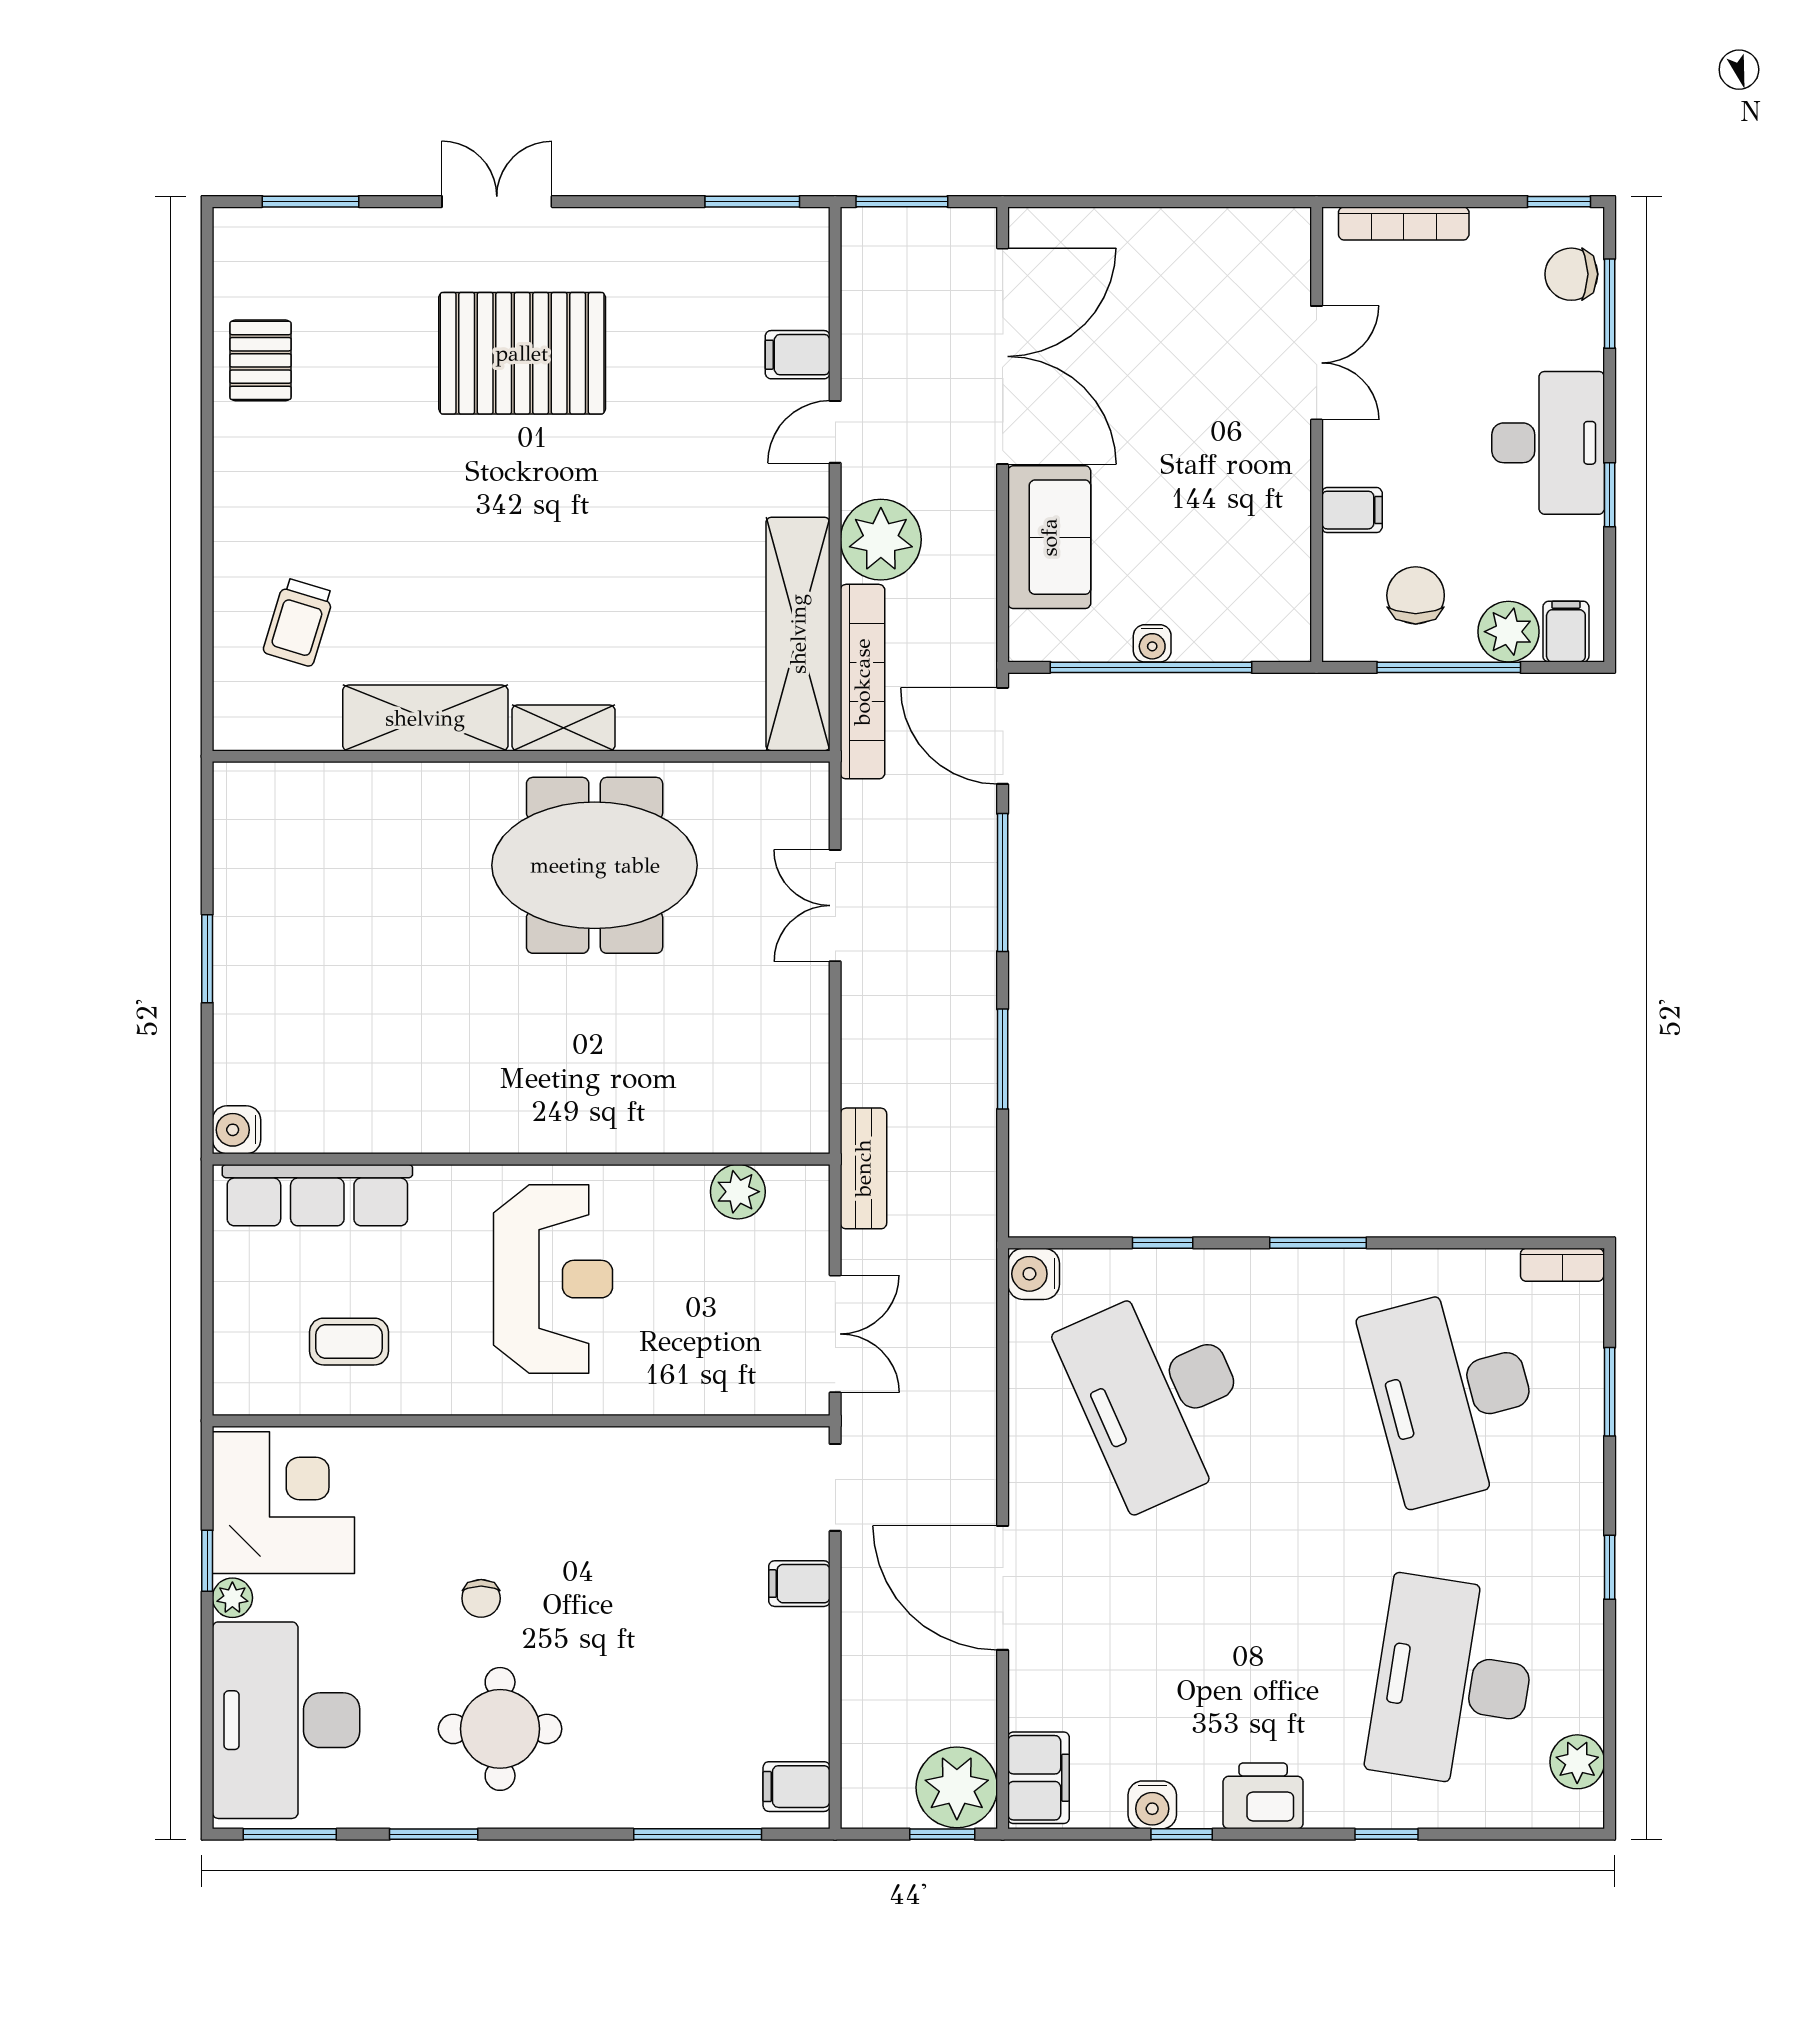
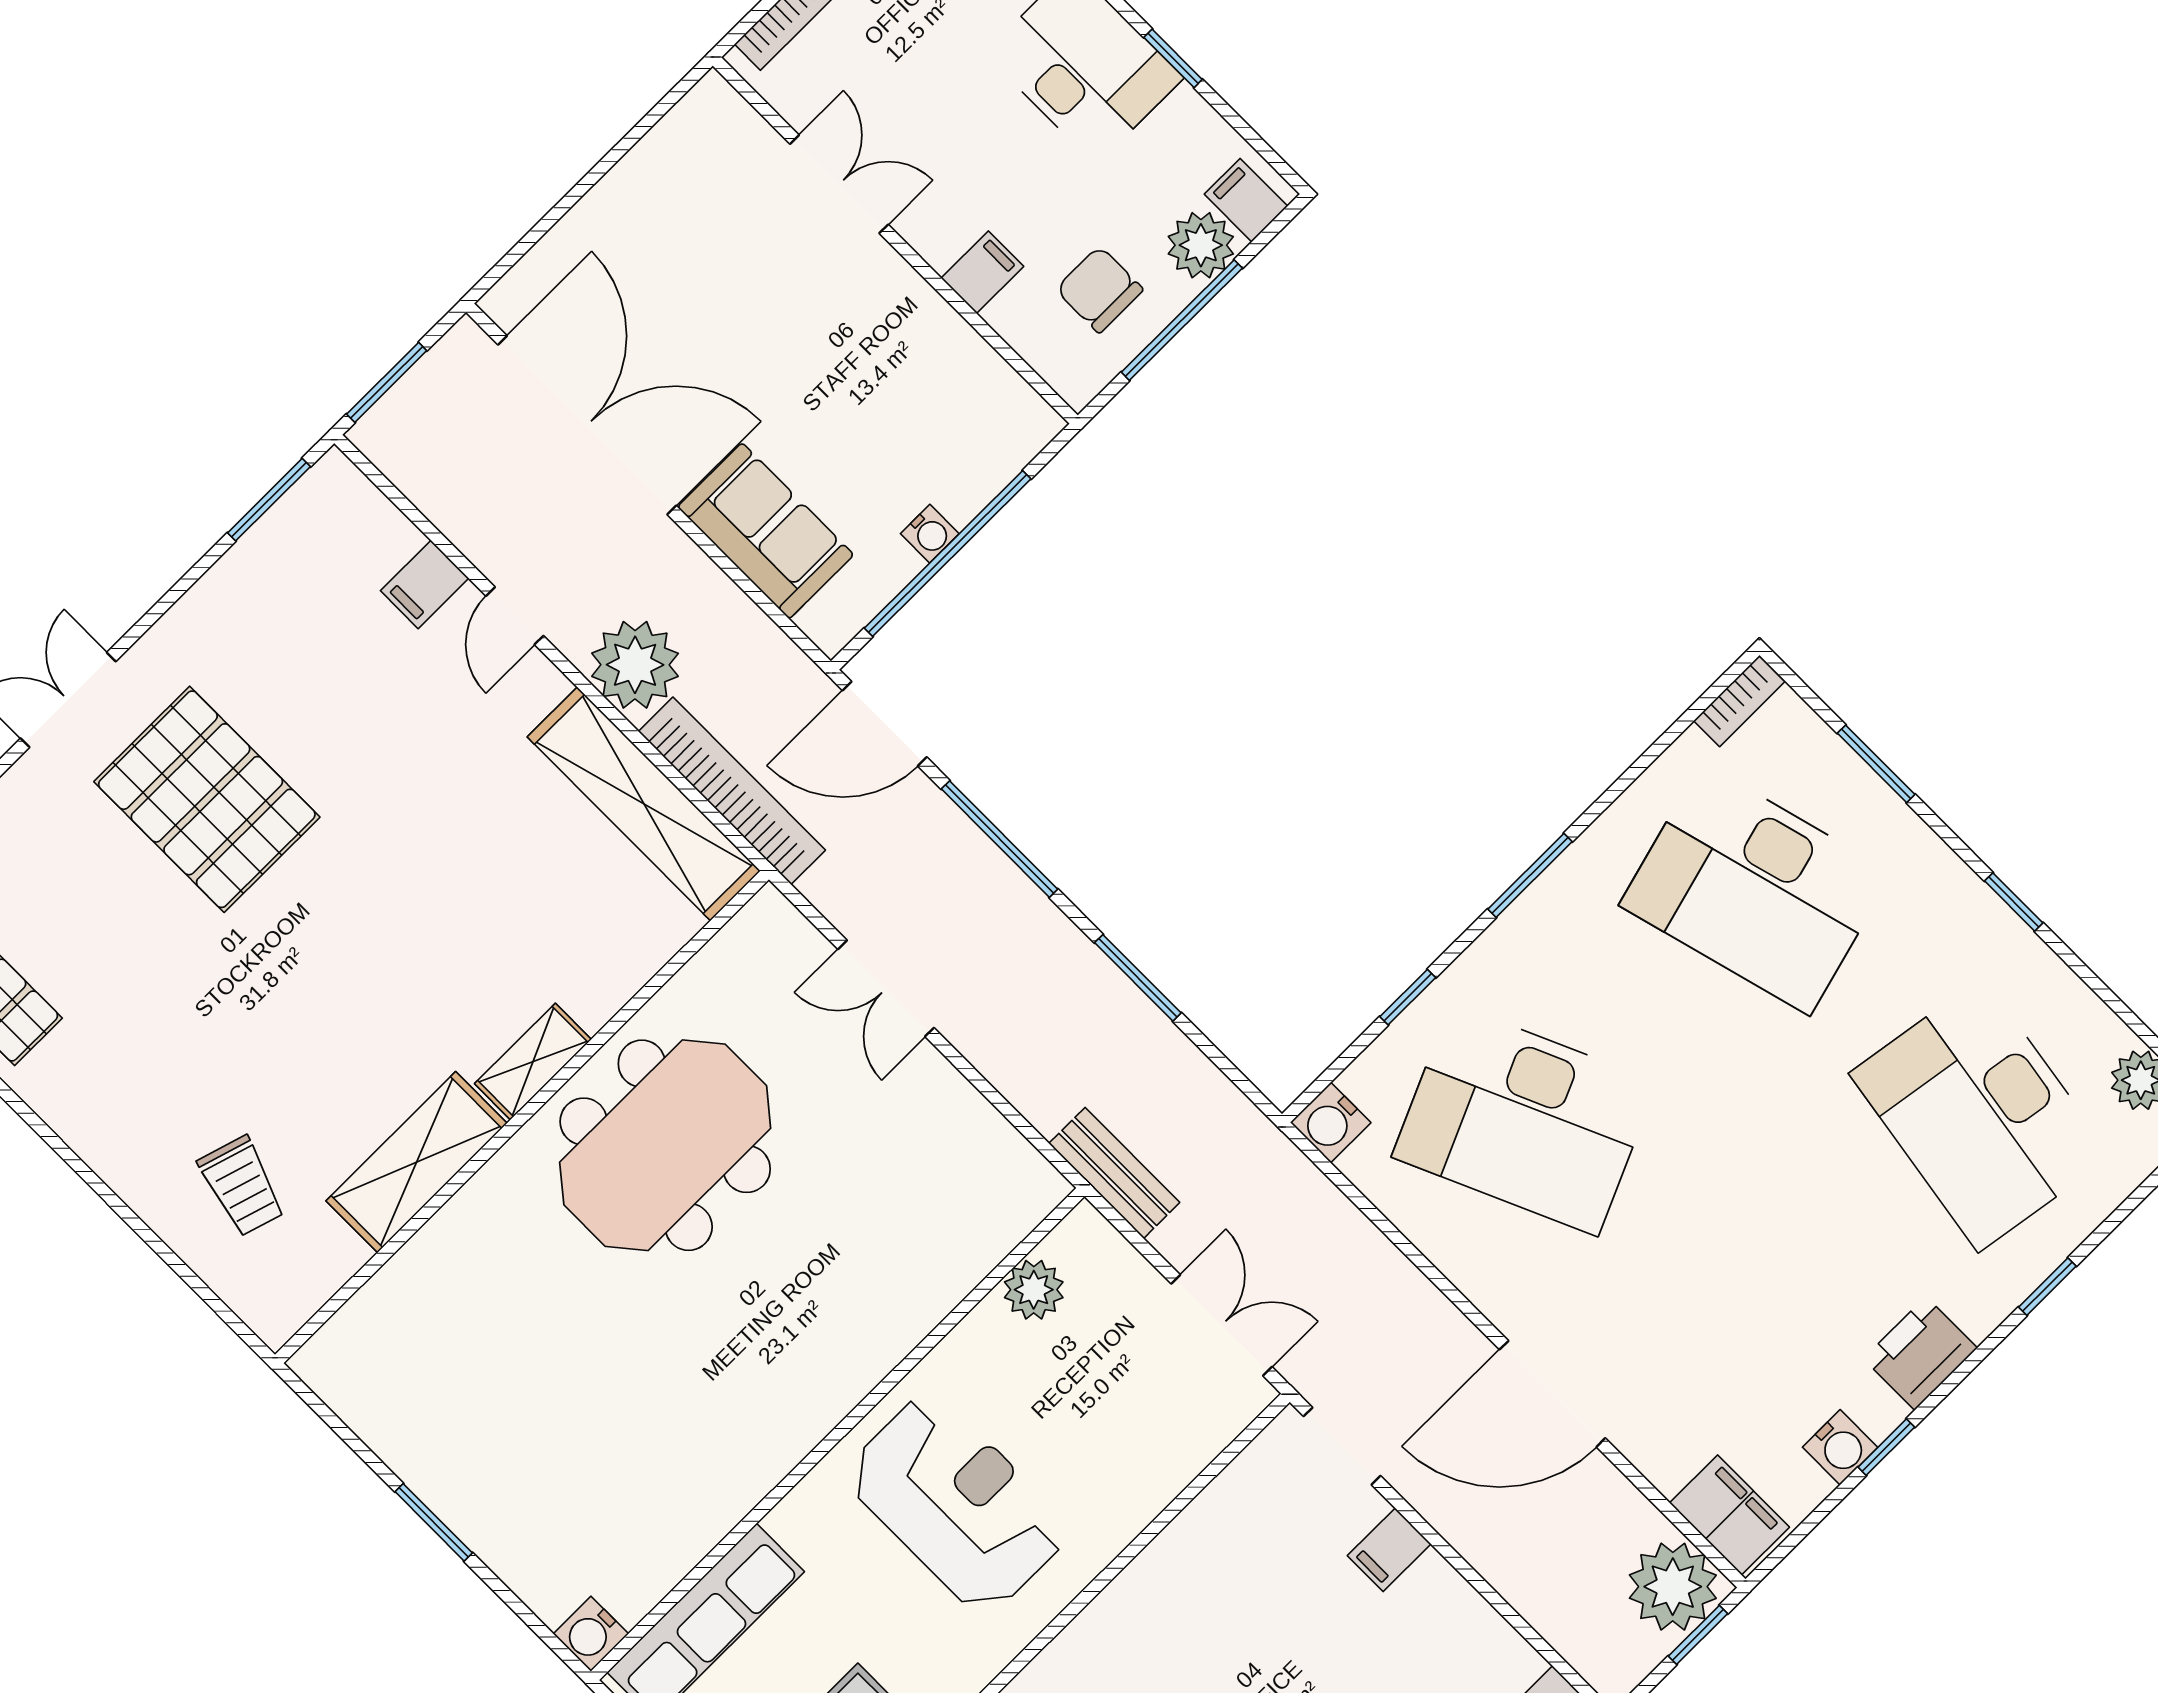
pallet: (522, 353) -> (207, 799), turned 90

